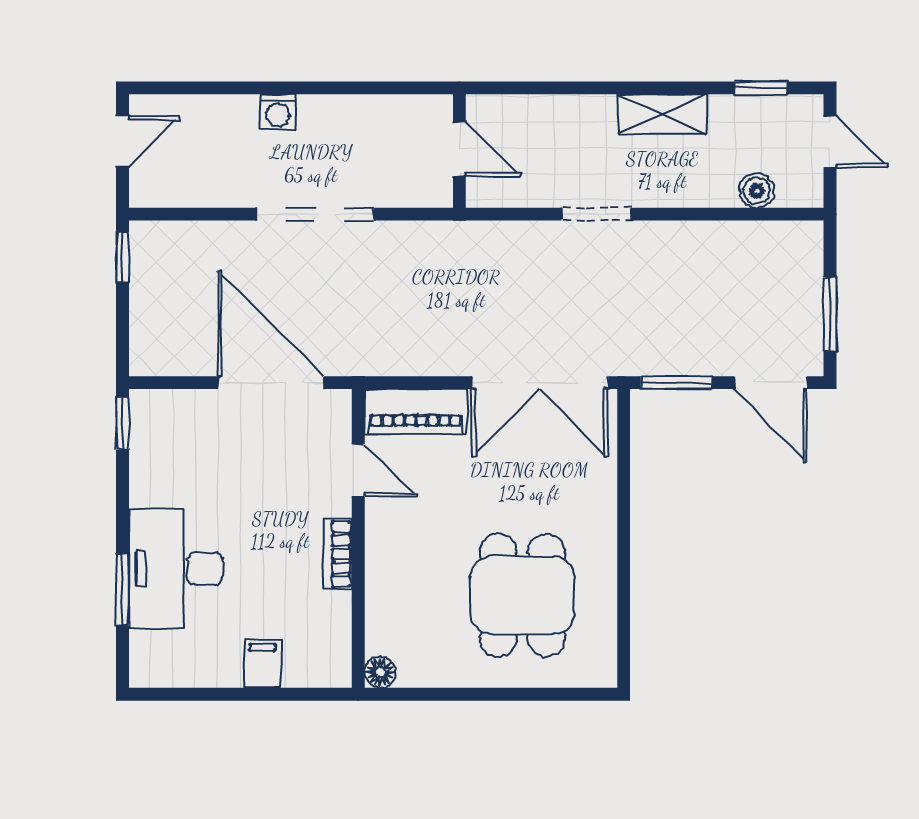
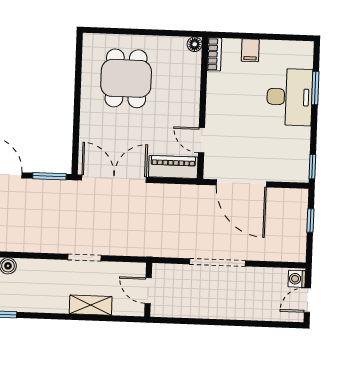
washing machine: (278, 112) -> (297, 279), moved, turned -90
shelving: (663, 114) -> (91, 305), moved
window: (122, 257) -> (310, 220), moved
bookcase: (338, 554) -> (214, 54), moved

